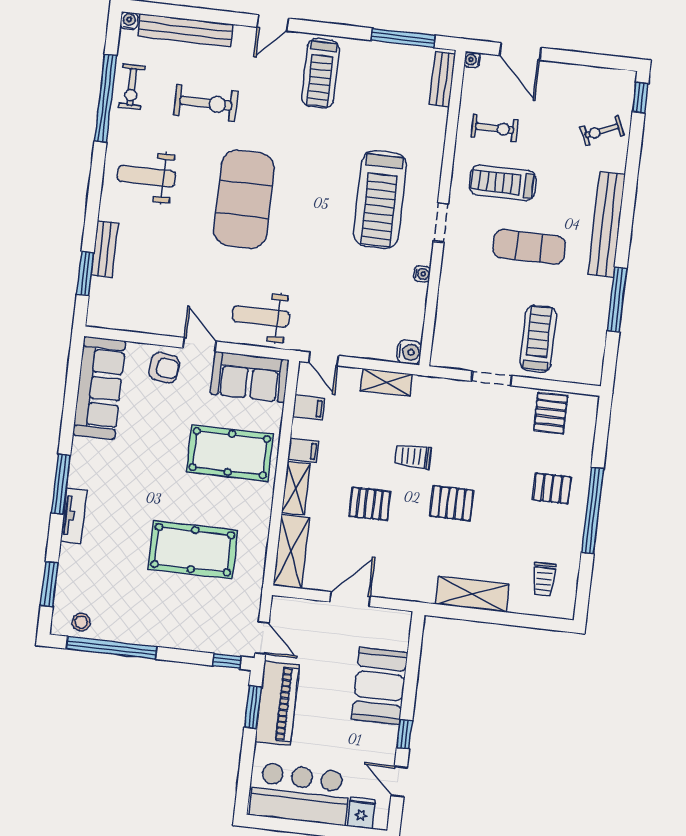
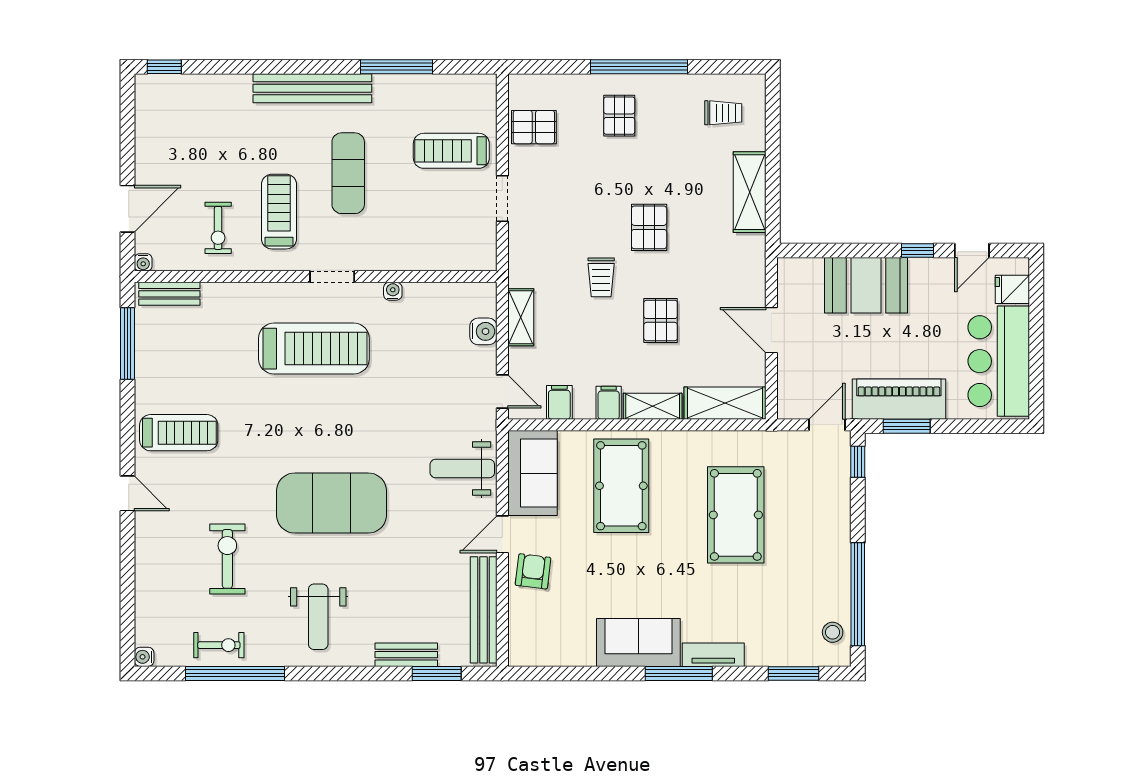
bench: (185, 30) -> (484, 610), moved
exercise bike: (495, 128) -> (218, 228), turned 180
exercise bike: (602, 131) -> (207, 106), removed
treadmill: (503, 183) -> (279, 212), turned 180
weight bench: (261, 316) -> (462, 469), turned 90
water cooler: (409, 352) -> (483, 331), moved, turned 90
door: (324, 359) -> (502, 391), hinge flipped
sofa: (99, 388) -> (638, 642), moved, width x0.73

